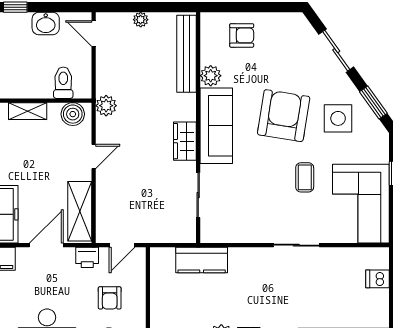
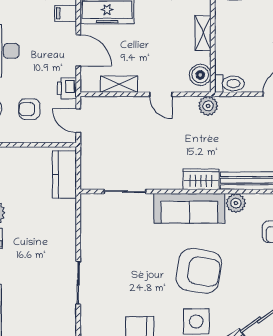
toilet: (63, 83) -> (229, 83), moved
wardrobe: (185, 141) -> (201, 179), moved
coffee table: (305, 177) -> (141, 290), removed
shelving: (80, 211) -> (119, 84), width x0.67, depth x0.75
kitchen counter: (202, 260) -> (65, 174), moved

